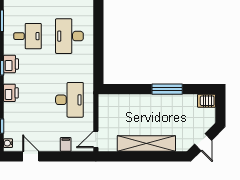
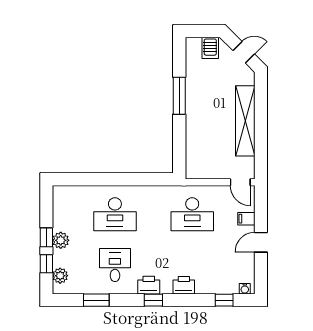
desk: (69, 100) -> (192, 214), turned 180
server rack: (207, 101) -> (210, 48), moved
door: (31, 156) -> (261, 242), moved

